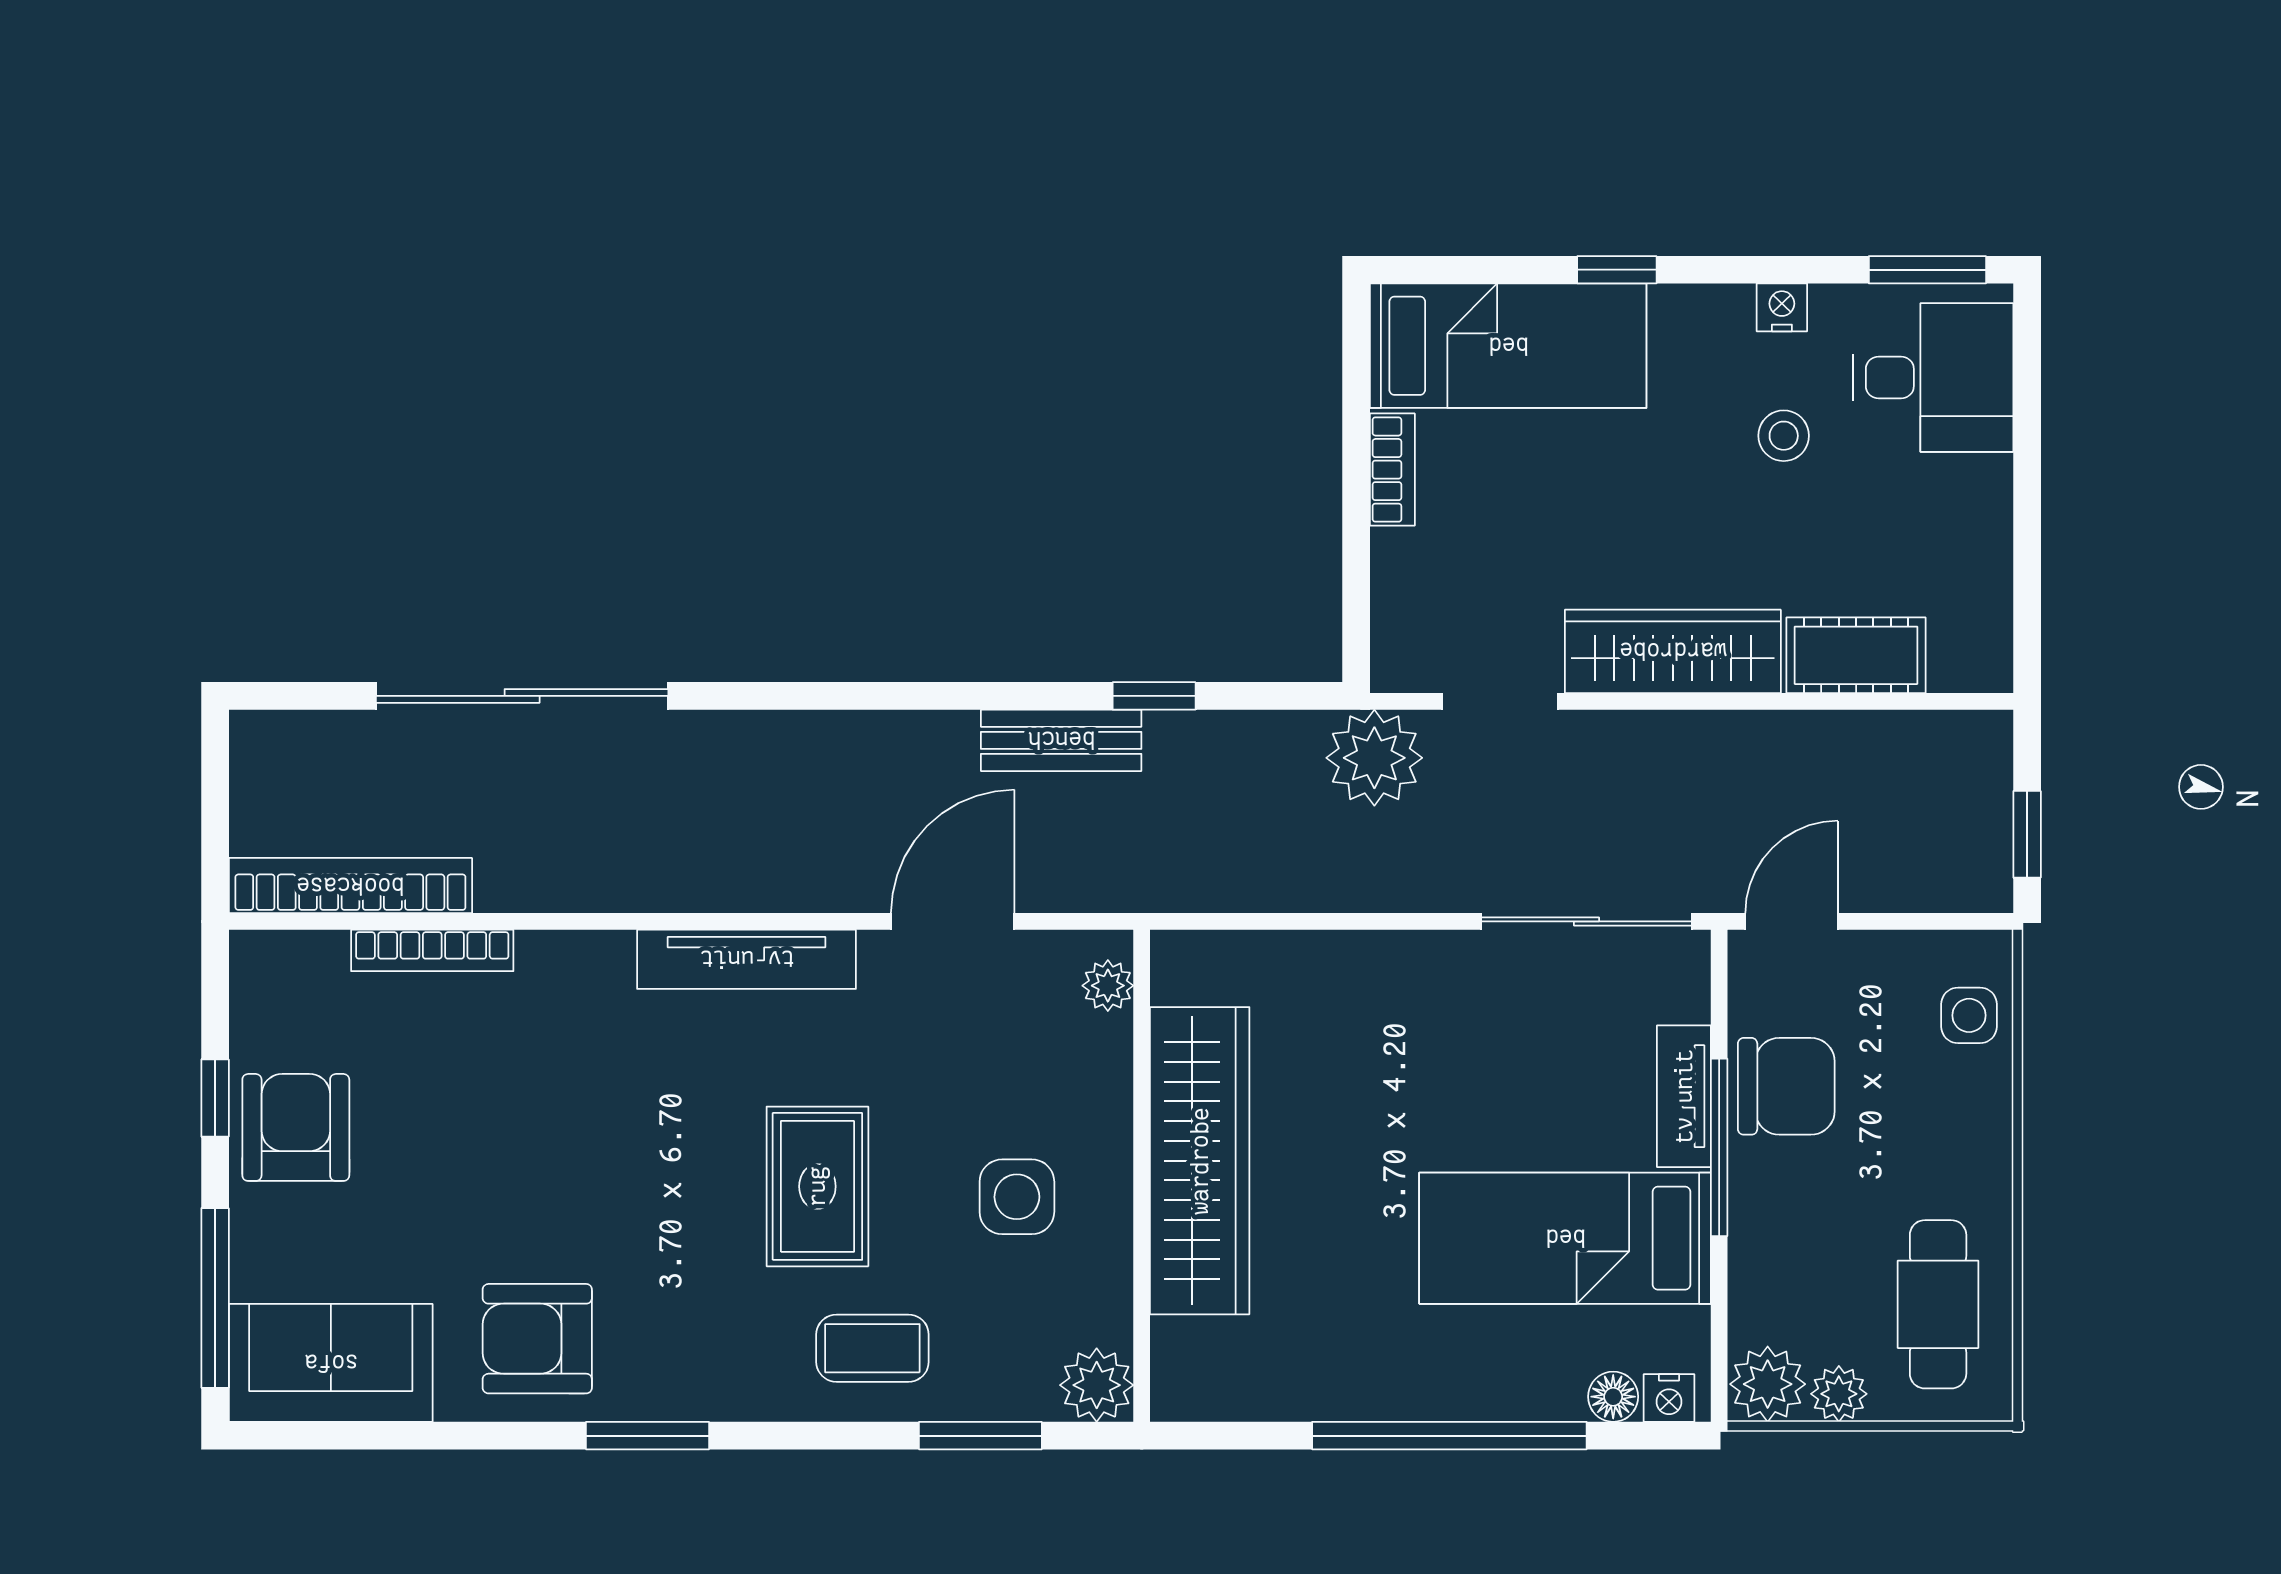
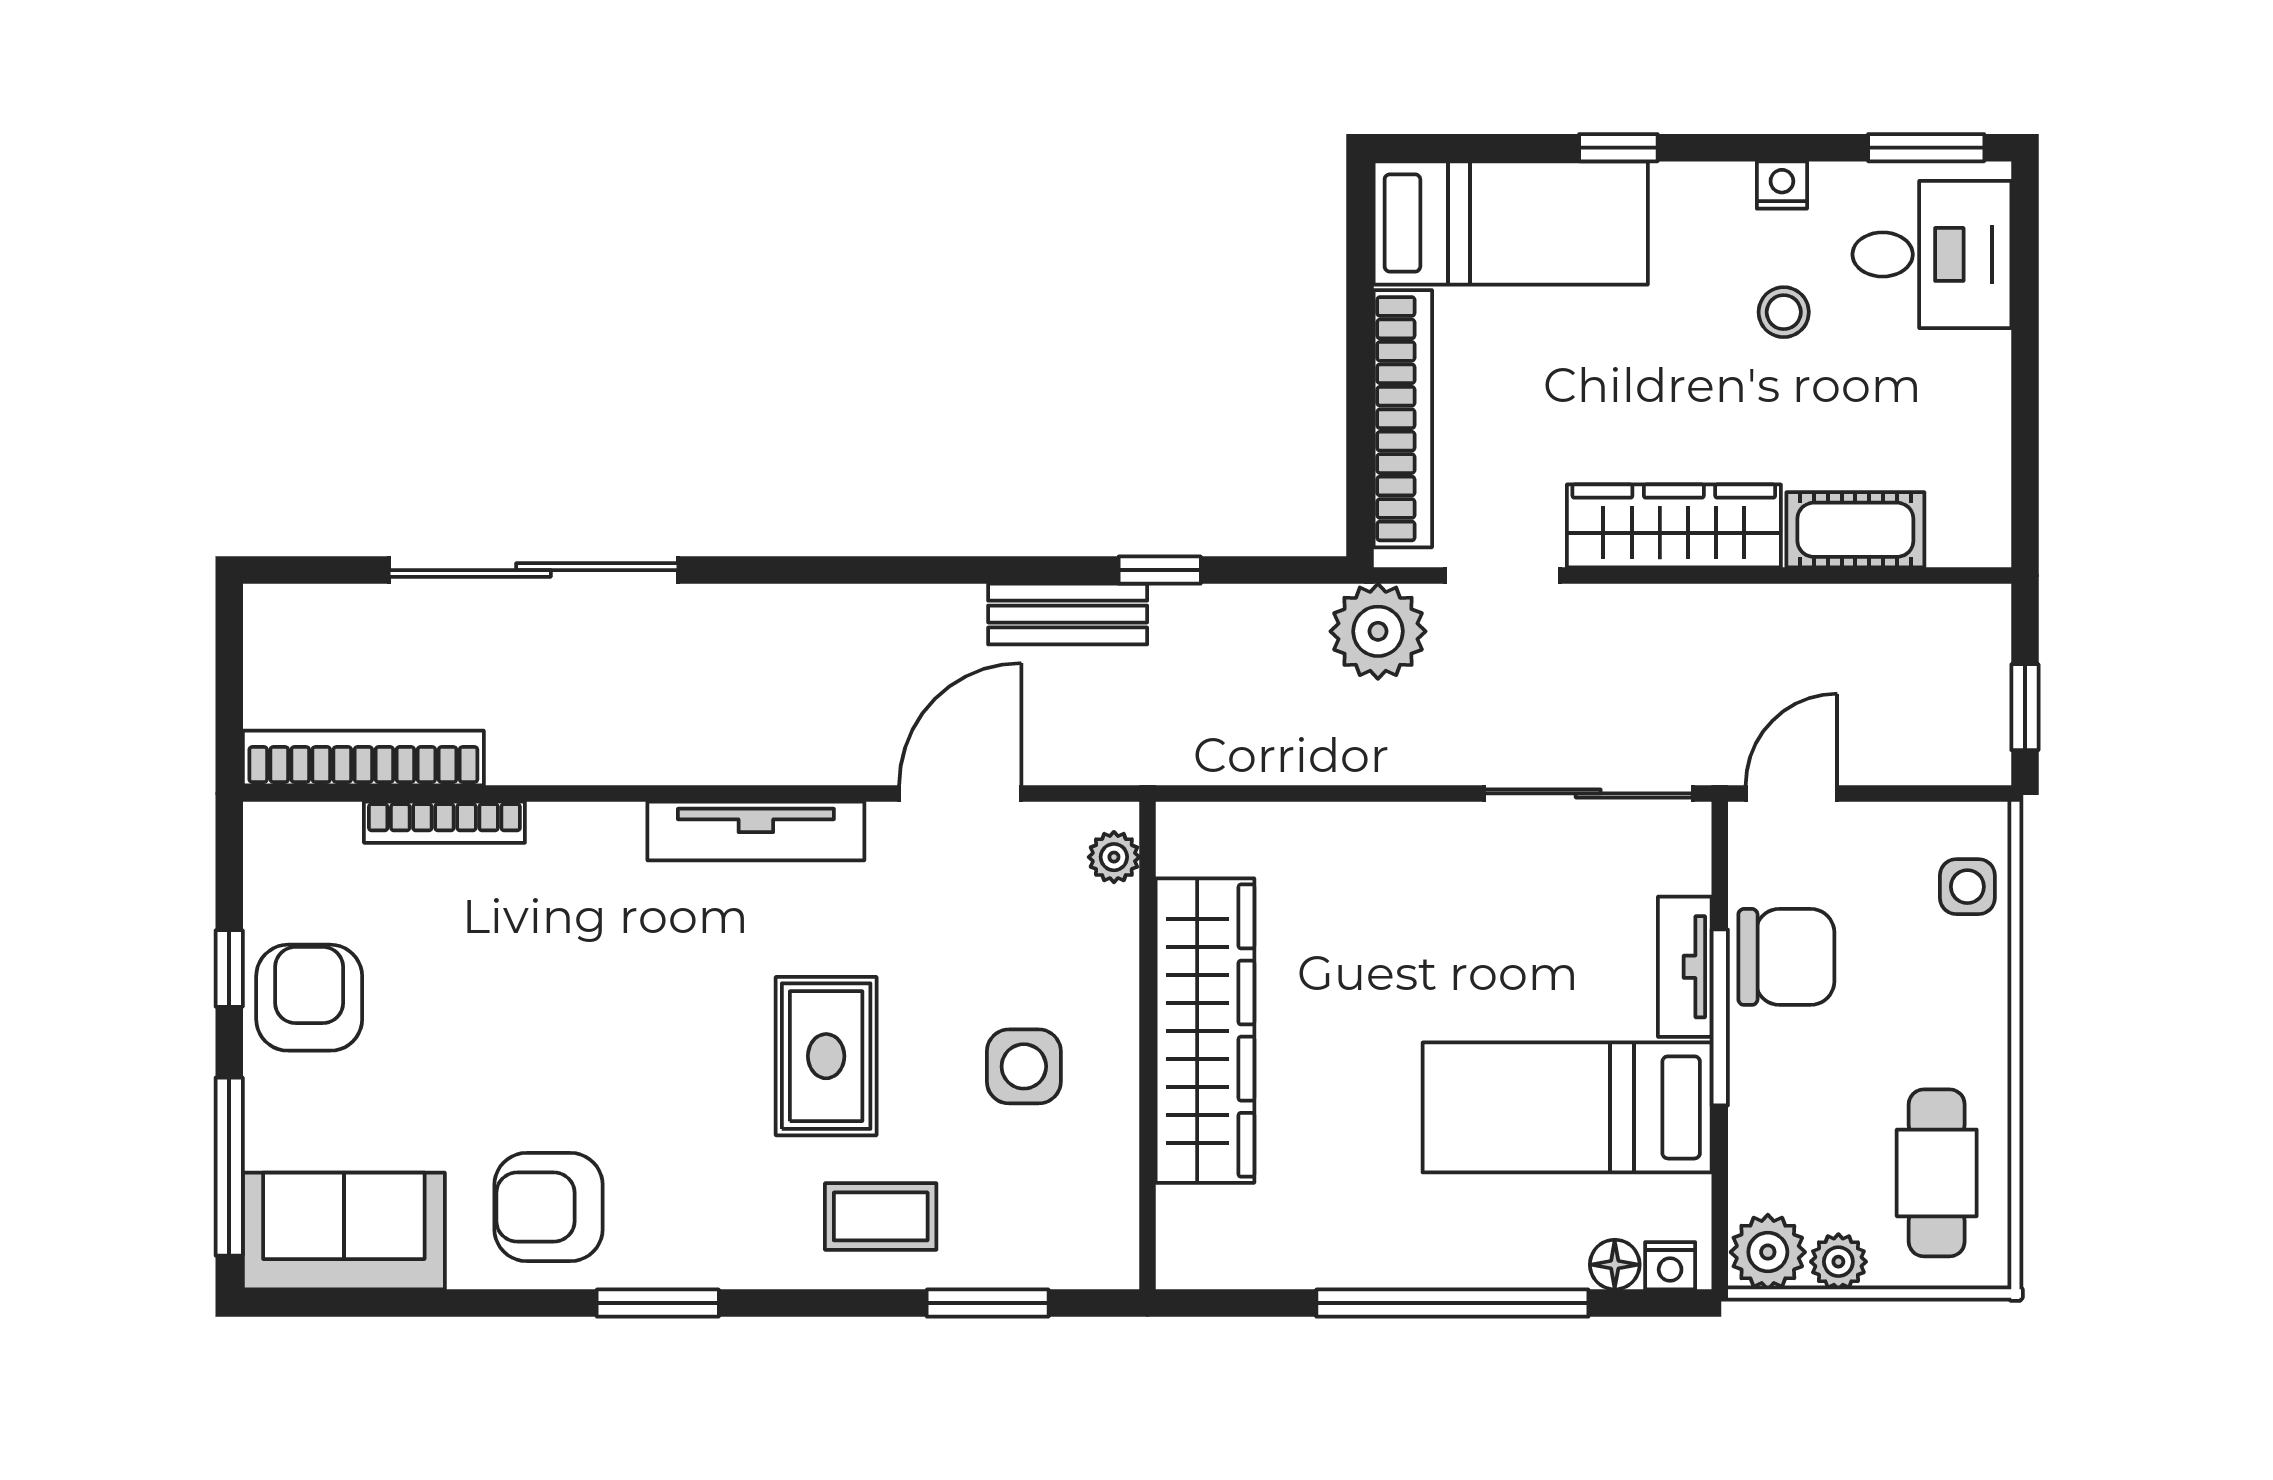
bookcase: (1392, 470) -> (1403, 419), width x2.31, depth x1.31
plant: (1097, 1385) -> (1103, 1253), removed

